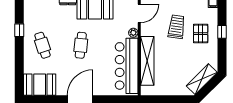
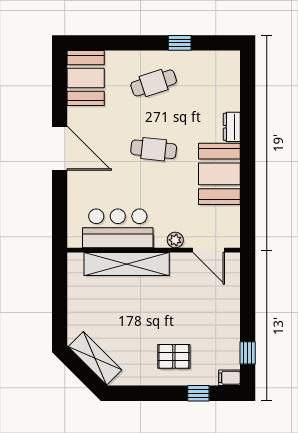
trolley: (177, 27) -> (186, 315), removed
window: (222, 32) -> (198, 393), moved
bar counter: (127, 66) -> (118, 228), width x0.73

